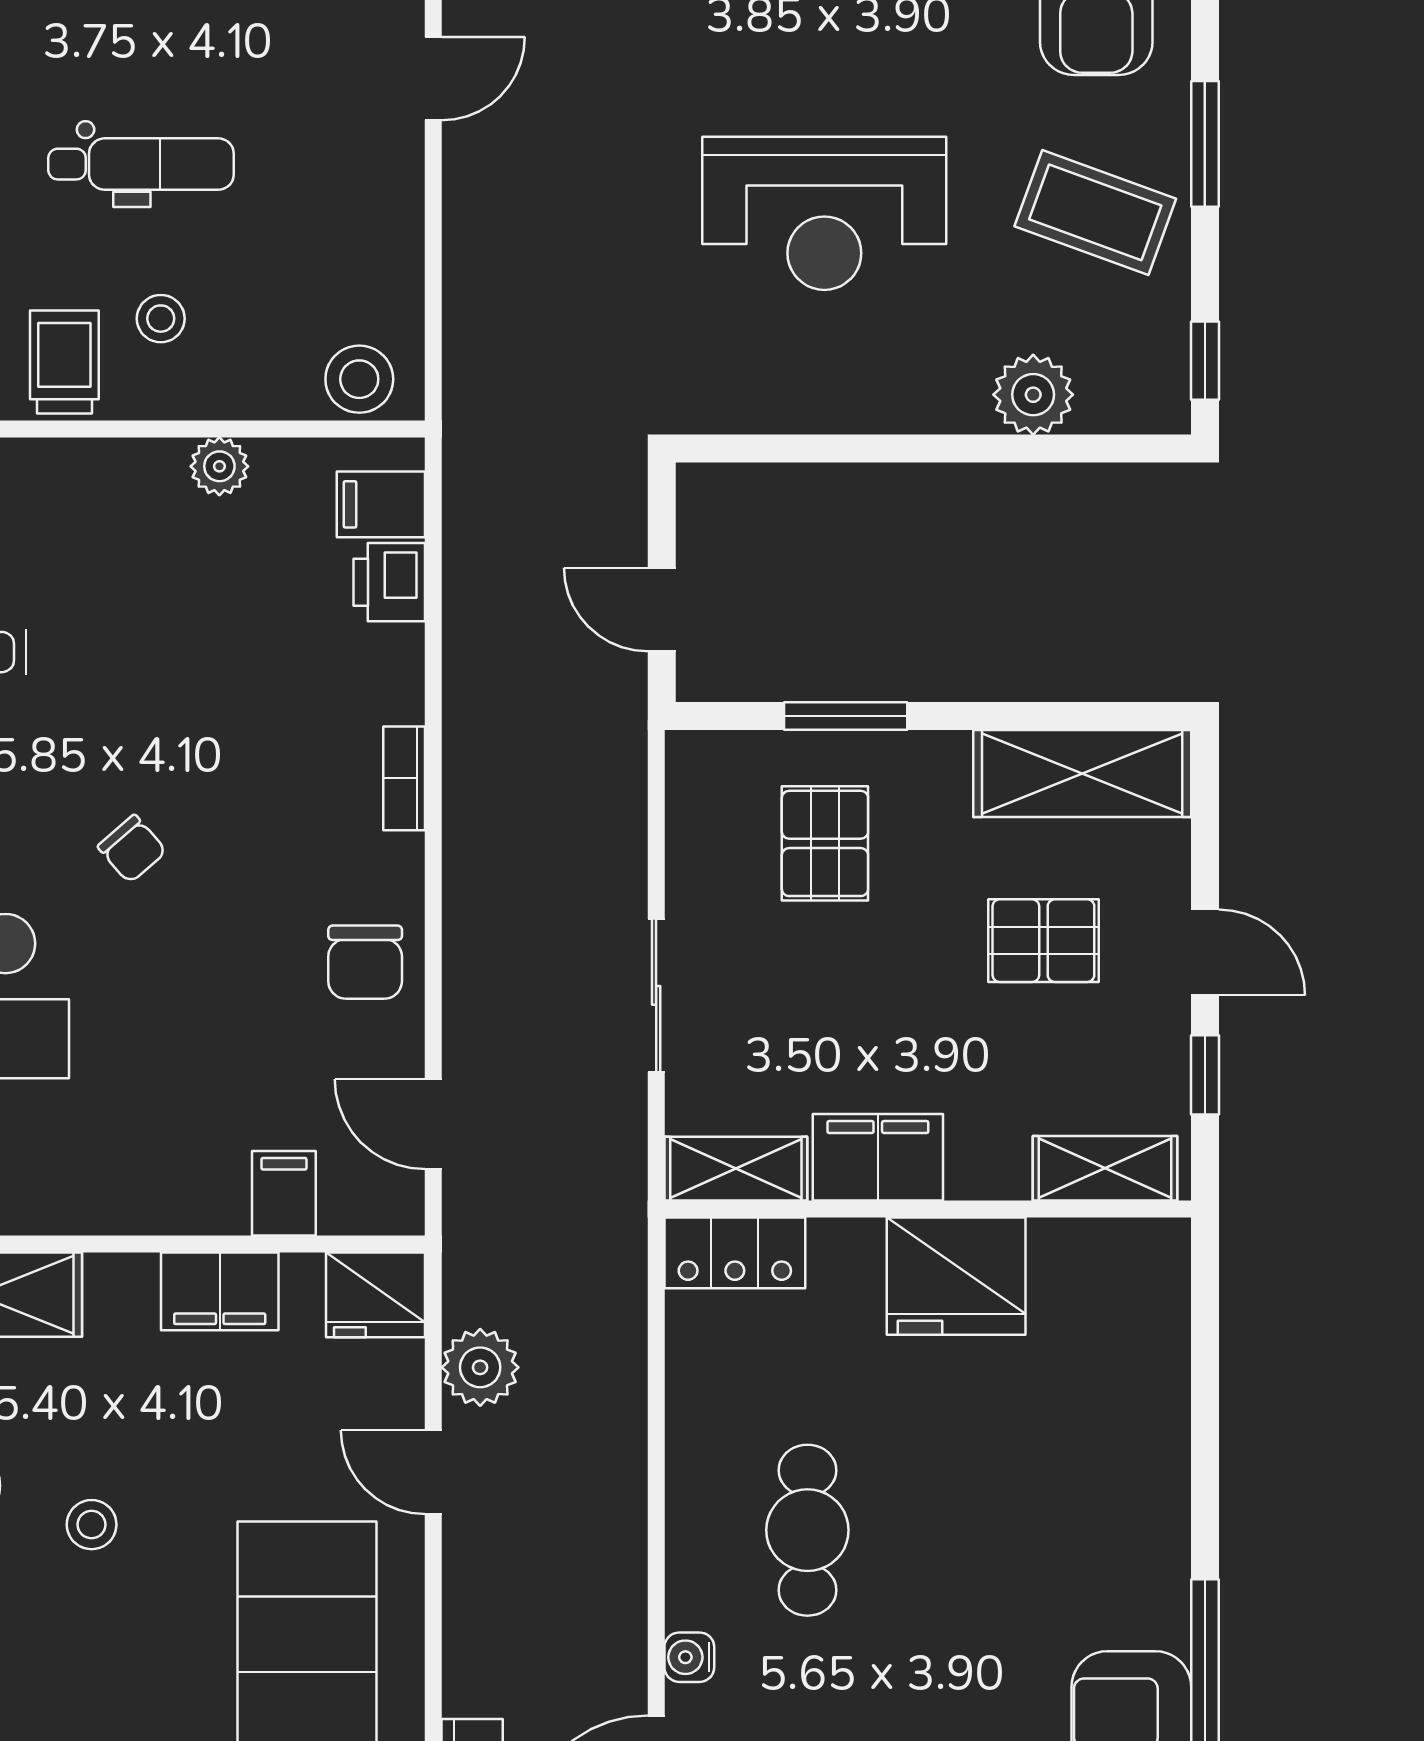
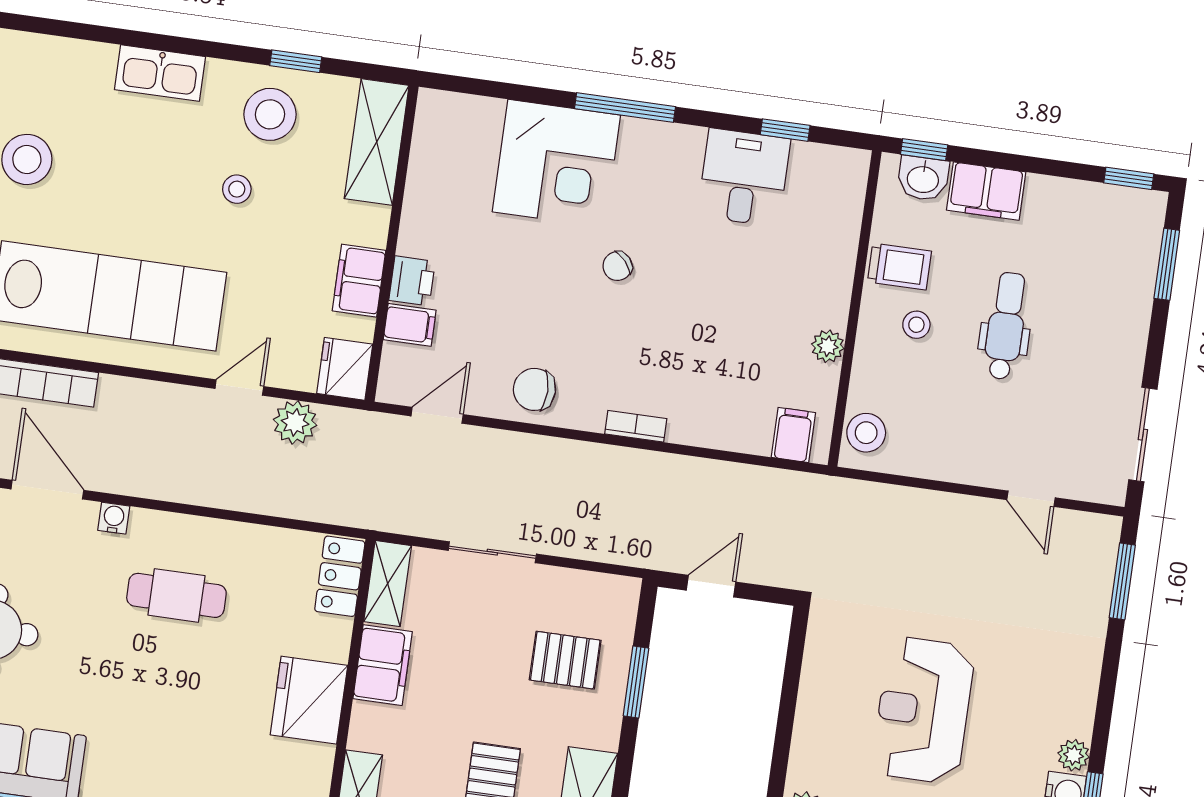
dental chair: (141, 164) -> (1006, 326), turned 180
printer: (389, 582) -> (412, 281), moved, turned 90

